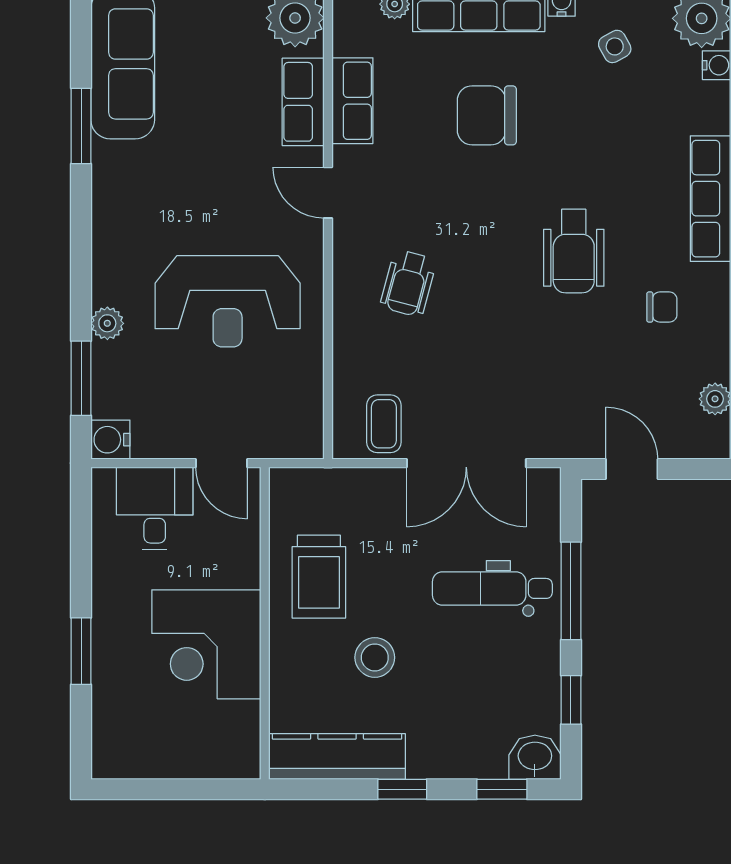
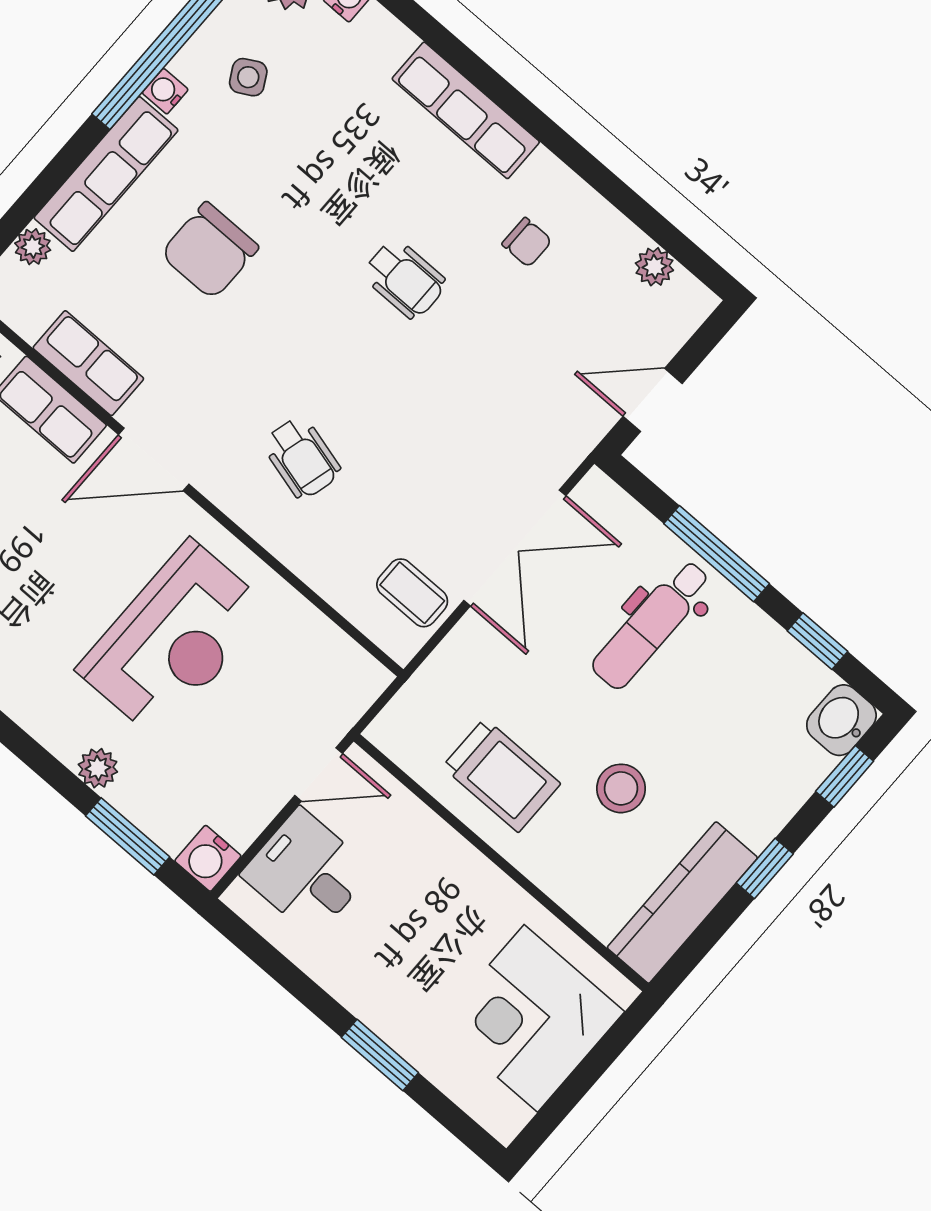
door: (328, 193) -> (154, 459), width x1.38
wheelchair: (574, 251) -> (405, 279), width x0.73, depth x0.73
chair: (662, 307) -> (527, 242), turned 90
corner desk: (206, 644) -> (531, 1018), moved, turned 90

